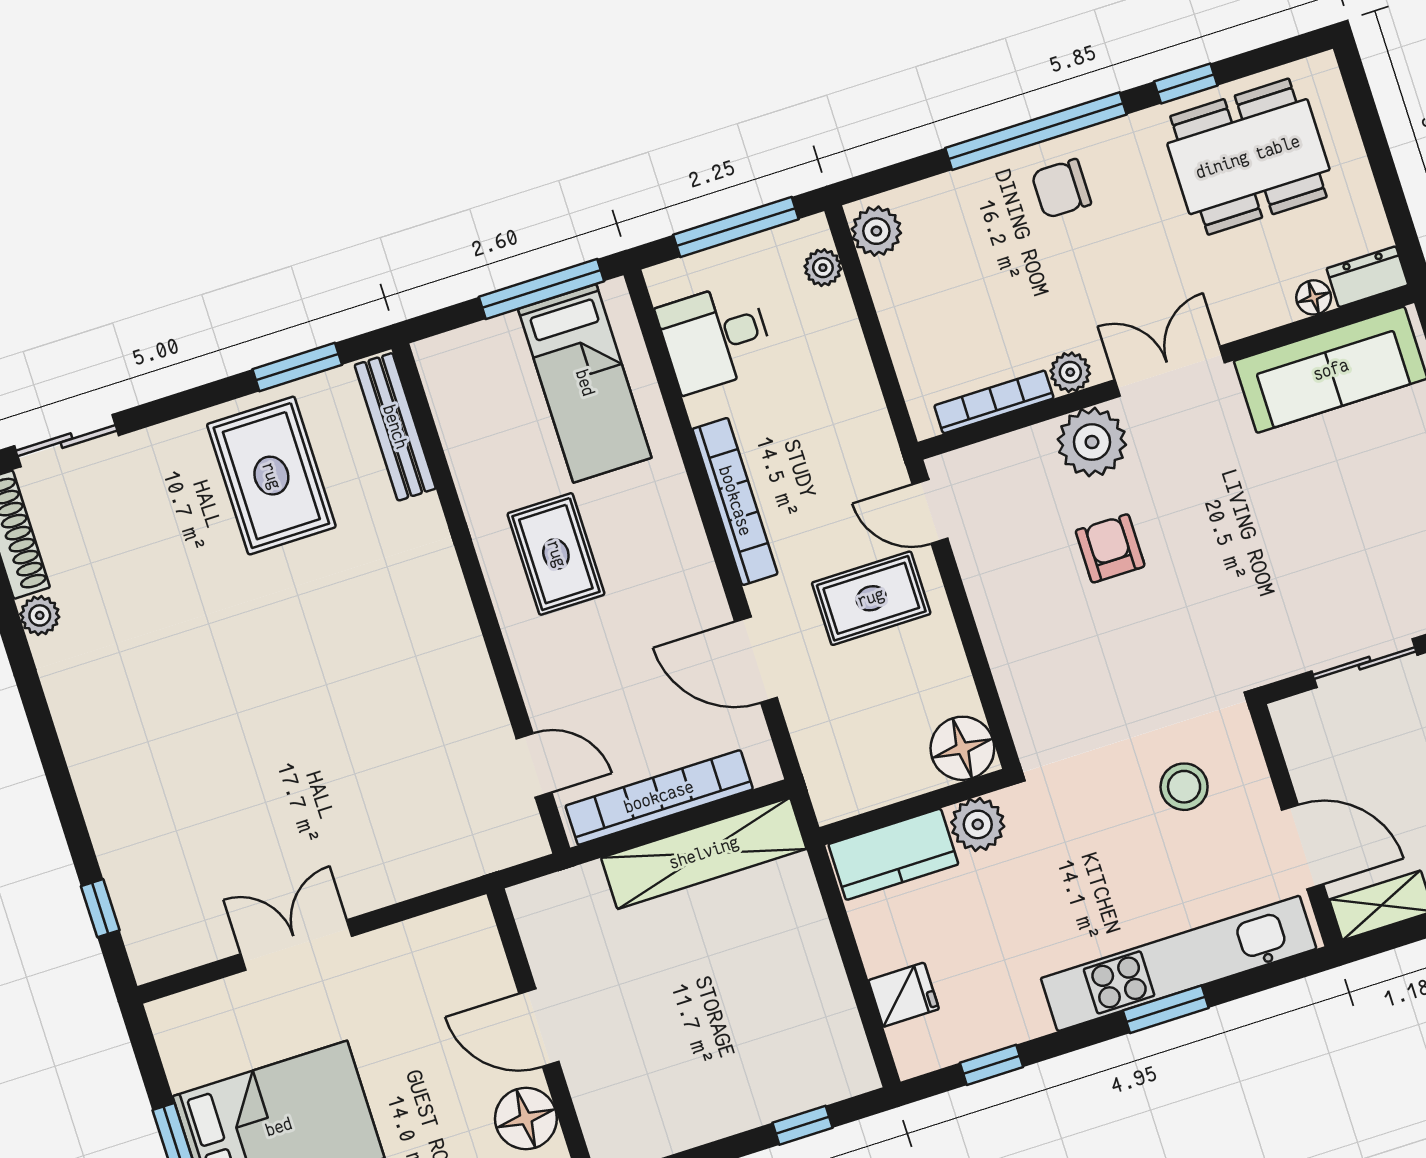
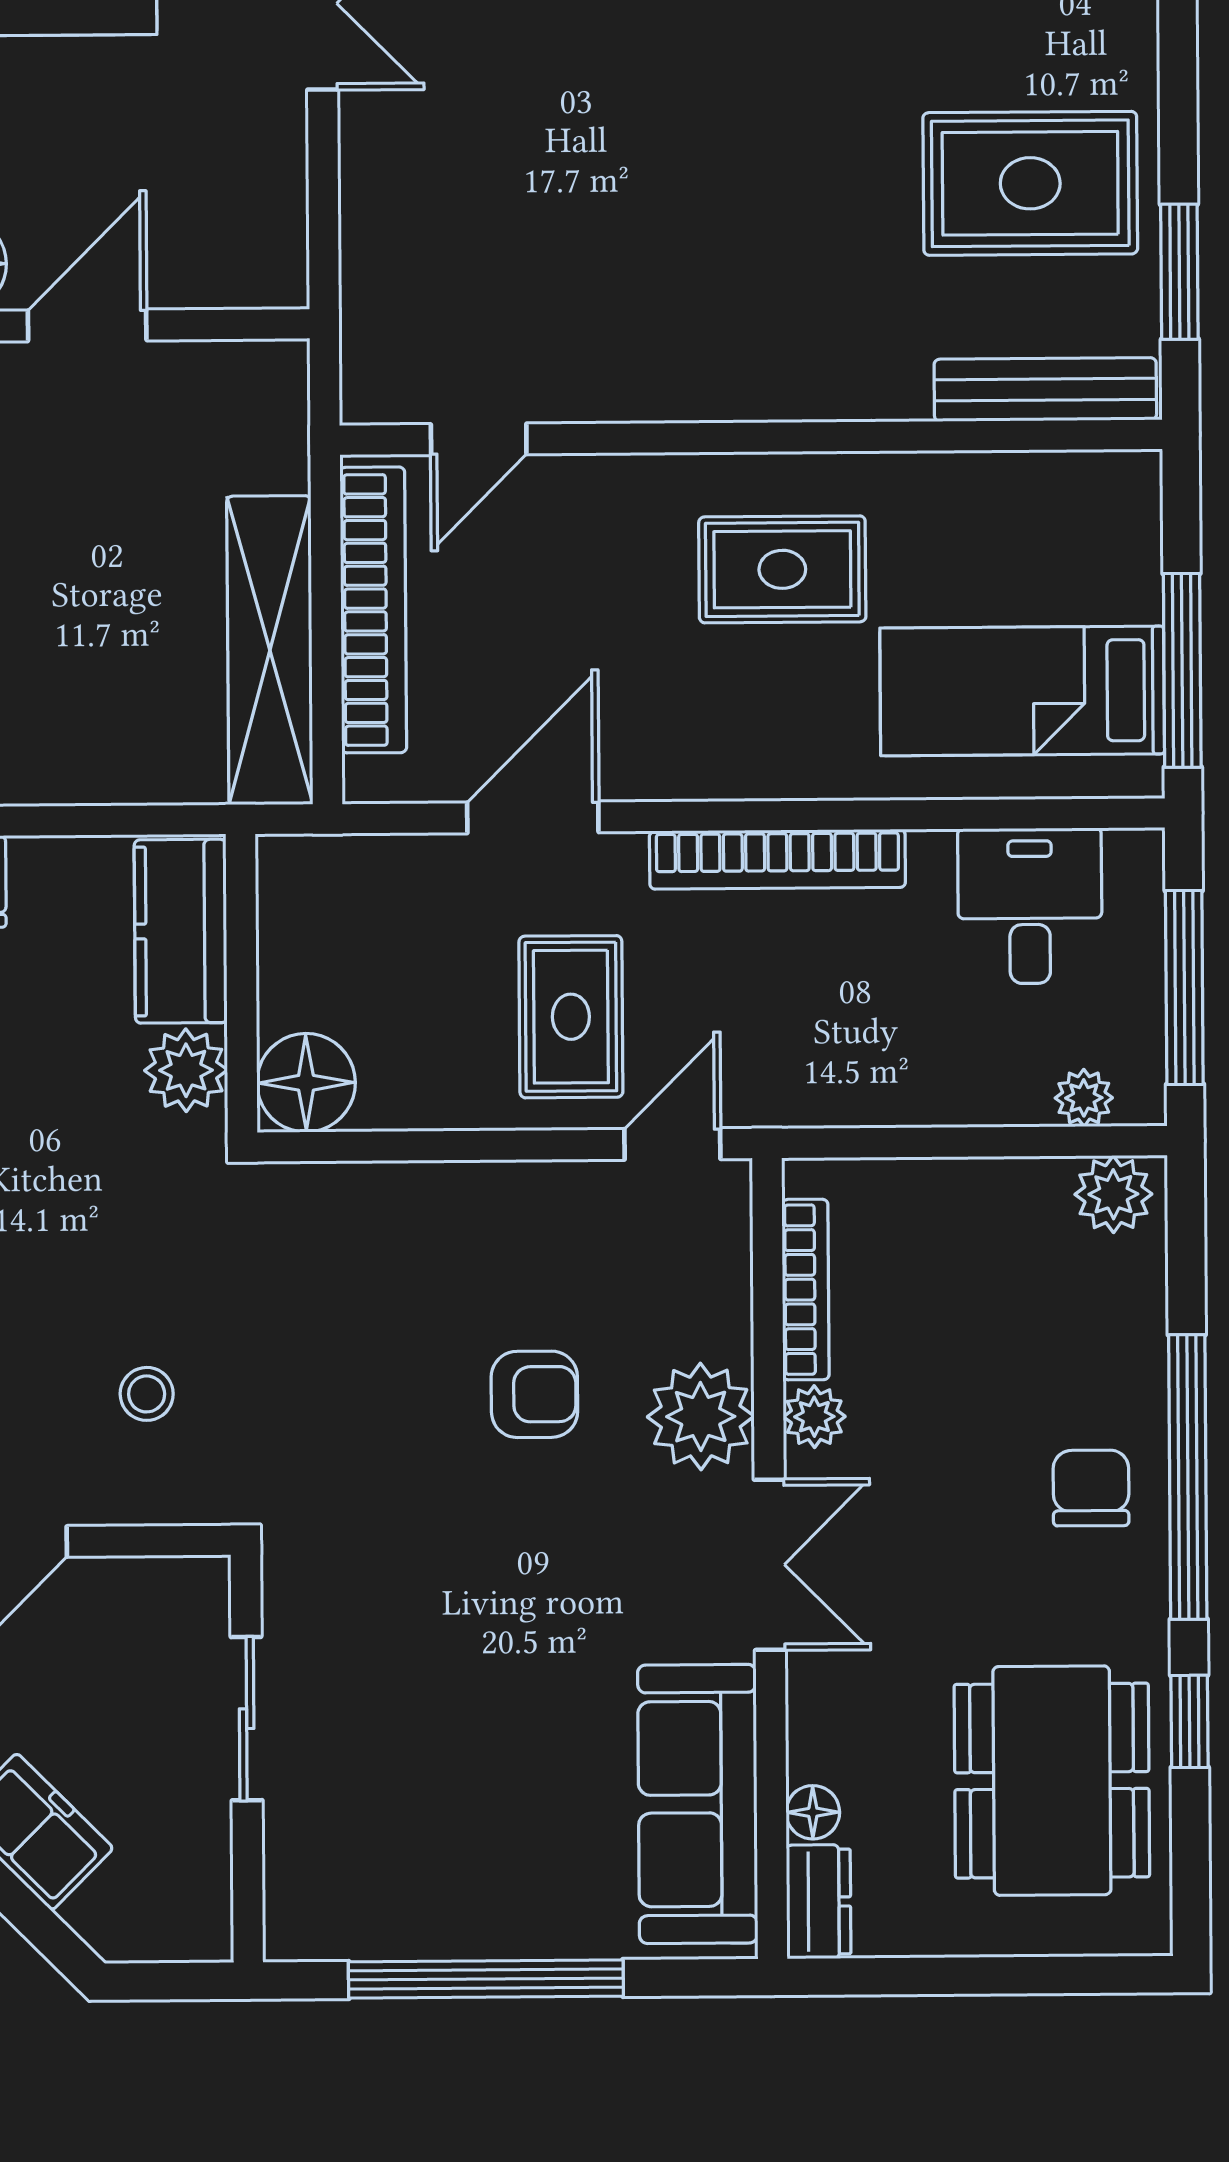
stool: (1184, 787) -> (147, 1394), width x0.73, depth x0.73

